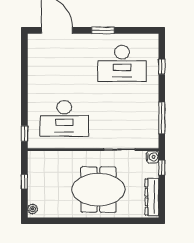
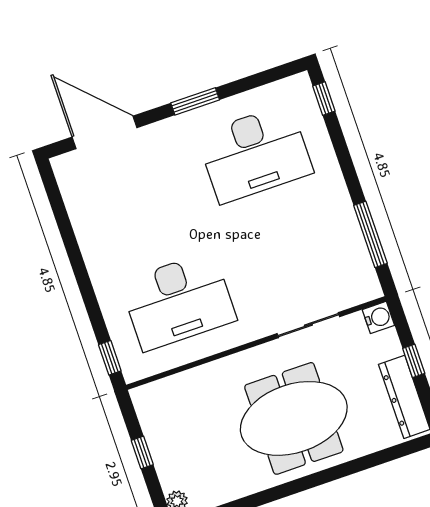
window: (162, 67) -> (324, 99), moved
window: (162, 168) -> (414, 361), moved

